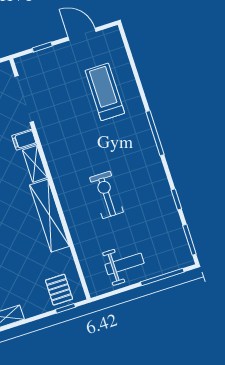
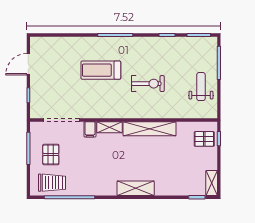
treadmill: (105, 92) -> (101, 70), moved
exercise bike: (106, 195) -> (148, 84), turned 180

